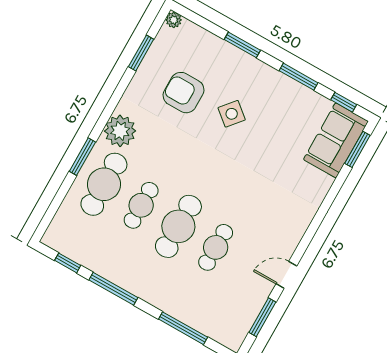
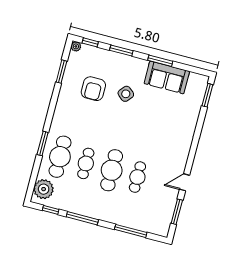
armchair: (184, 93) -> (93, 89), turned -90
window: (344, 102) -> (90, 42), moved
plant: (120, 131) -> (44, 189), moved
sofa: (336, 140) -> (167, 77), moved, turned -90

